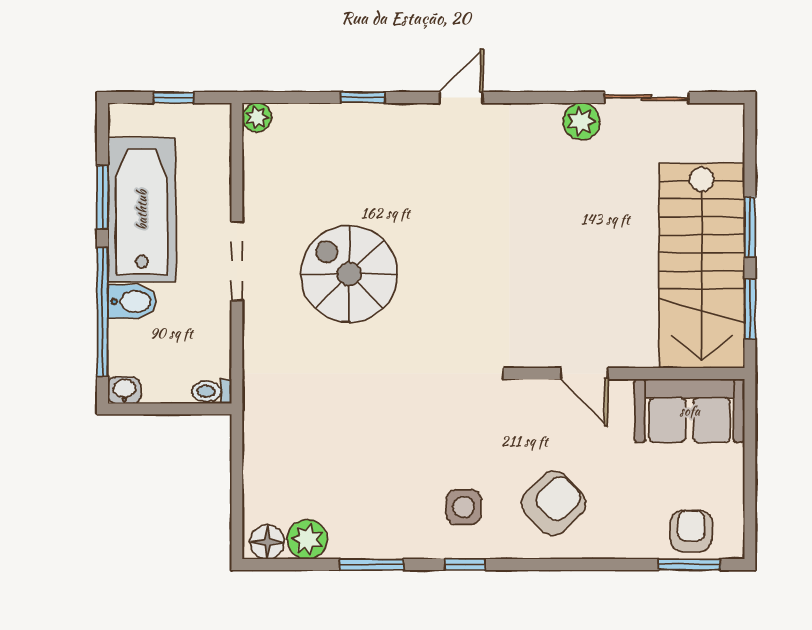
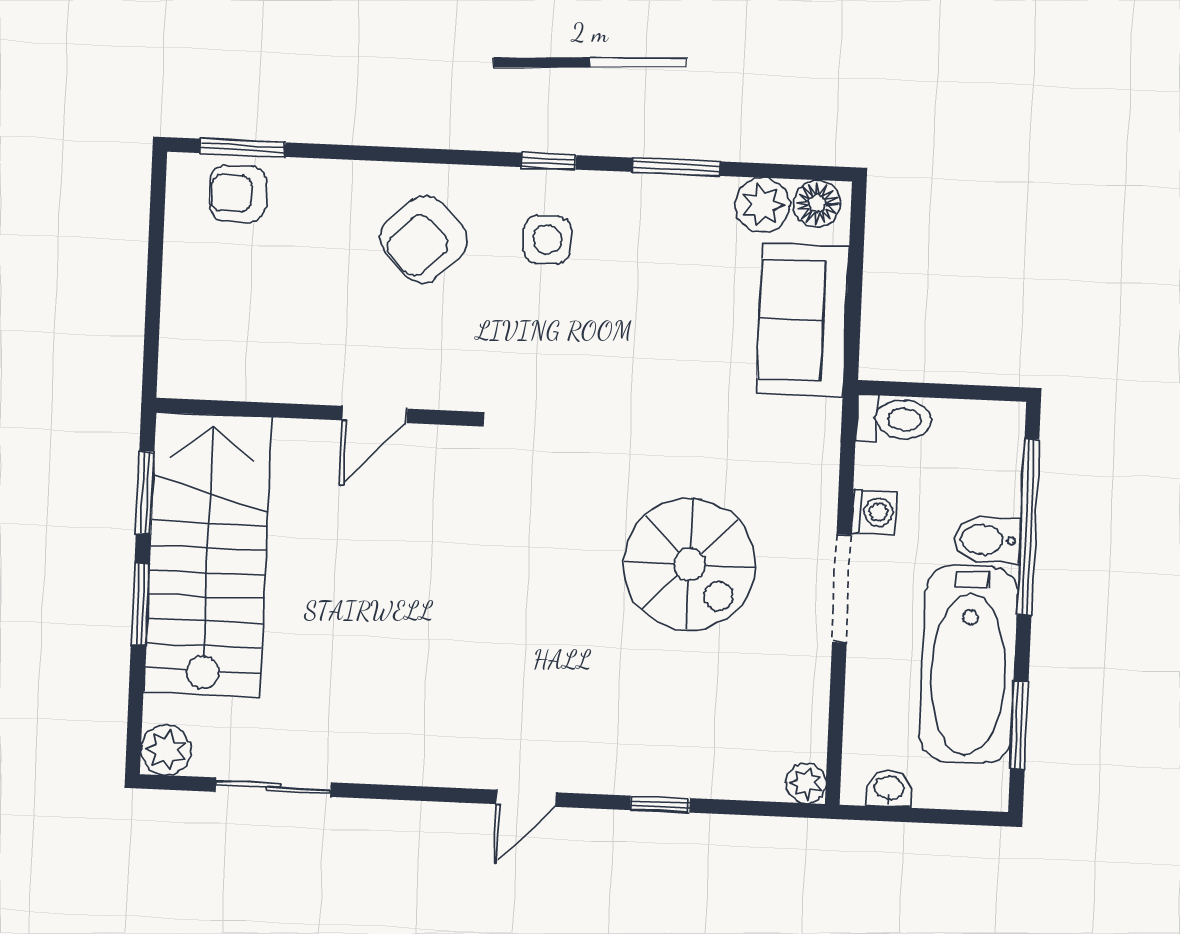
window: (174, 98) -> (918, 815), removed
plant: (581, 121) -> (166, 750), moved
window: (102, 197) -> (1019, 725), moved
washing machine: (216, 318) -> (874, 512), added
door: (584, 373) -> (375, 415), swing flipped
washbasin: (124, 390) -> (889, 789), moved, turned 180
toilet: (212, 391) -> (894, 419), width x1.37, depth x1.39
sofa: (690, 411) -> (803, 320), moved, turned -90
armchair: (691, 531) -> (238, 193), turned 90

